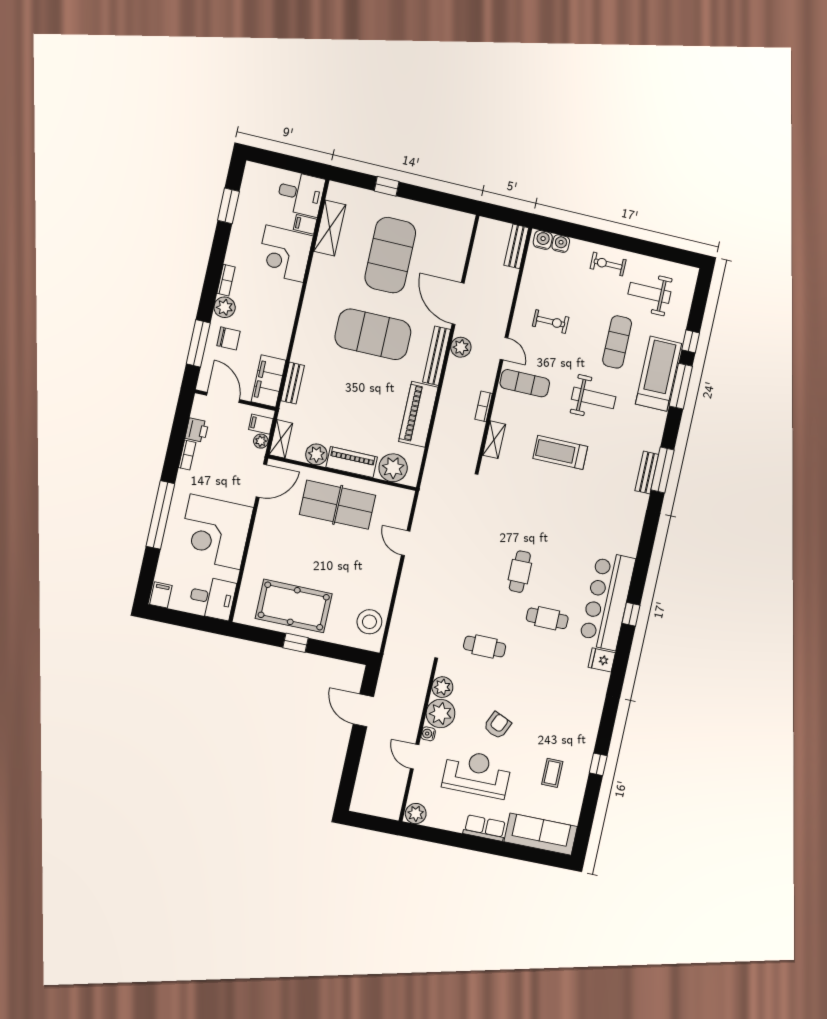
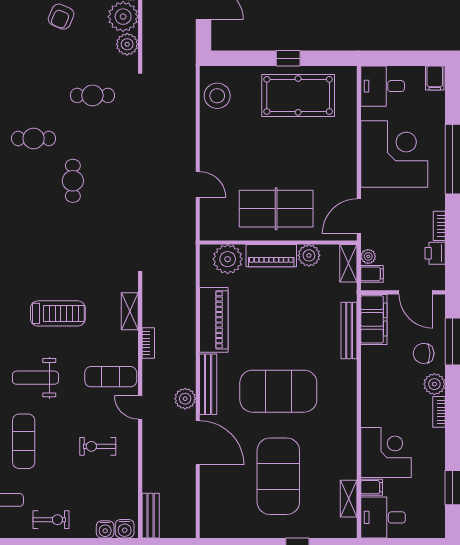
shelving: (330, 228) -> (349, 499), width x0.67, depth x0.75
bench: (293, 383) -> (349, 330), width x1.36

